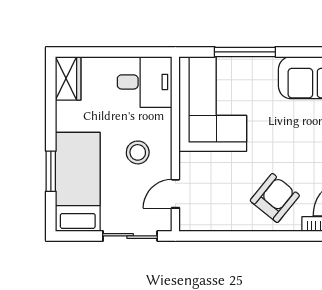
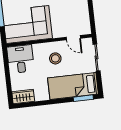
window: (51, 171) -> (83, 98), moved

